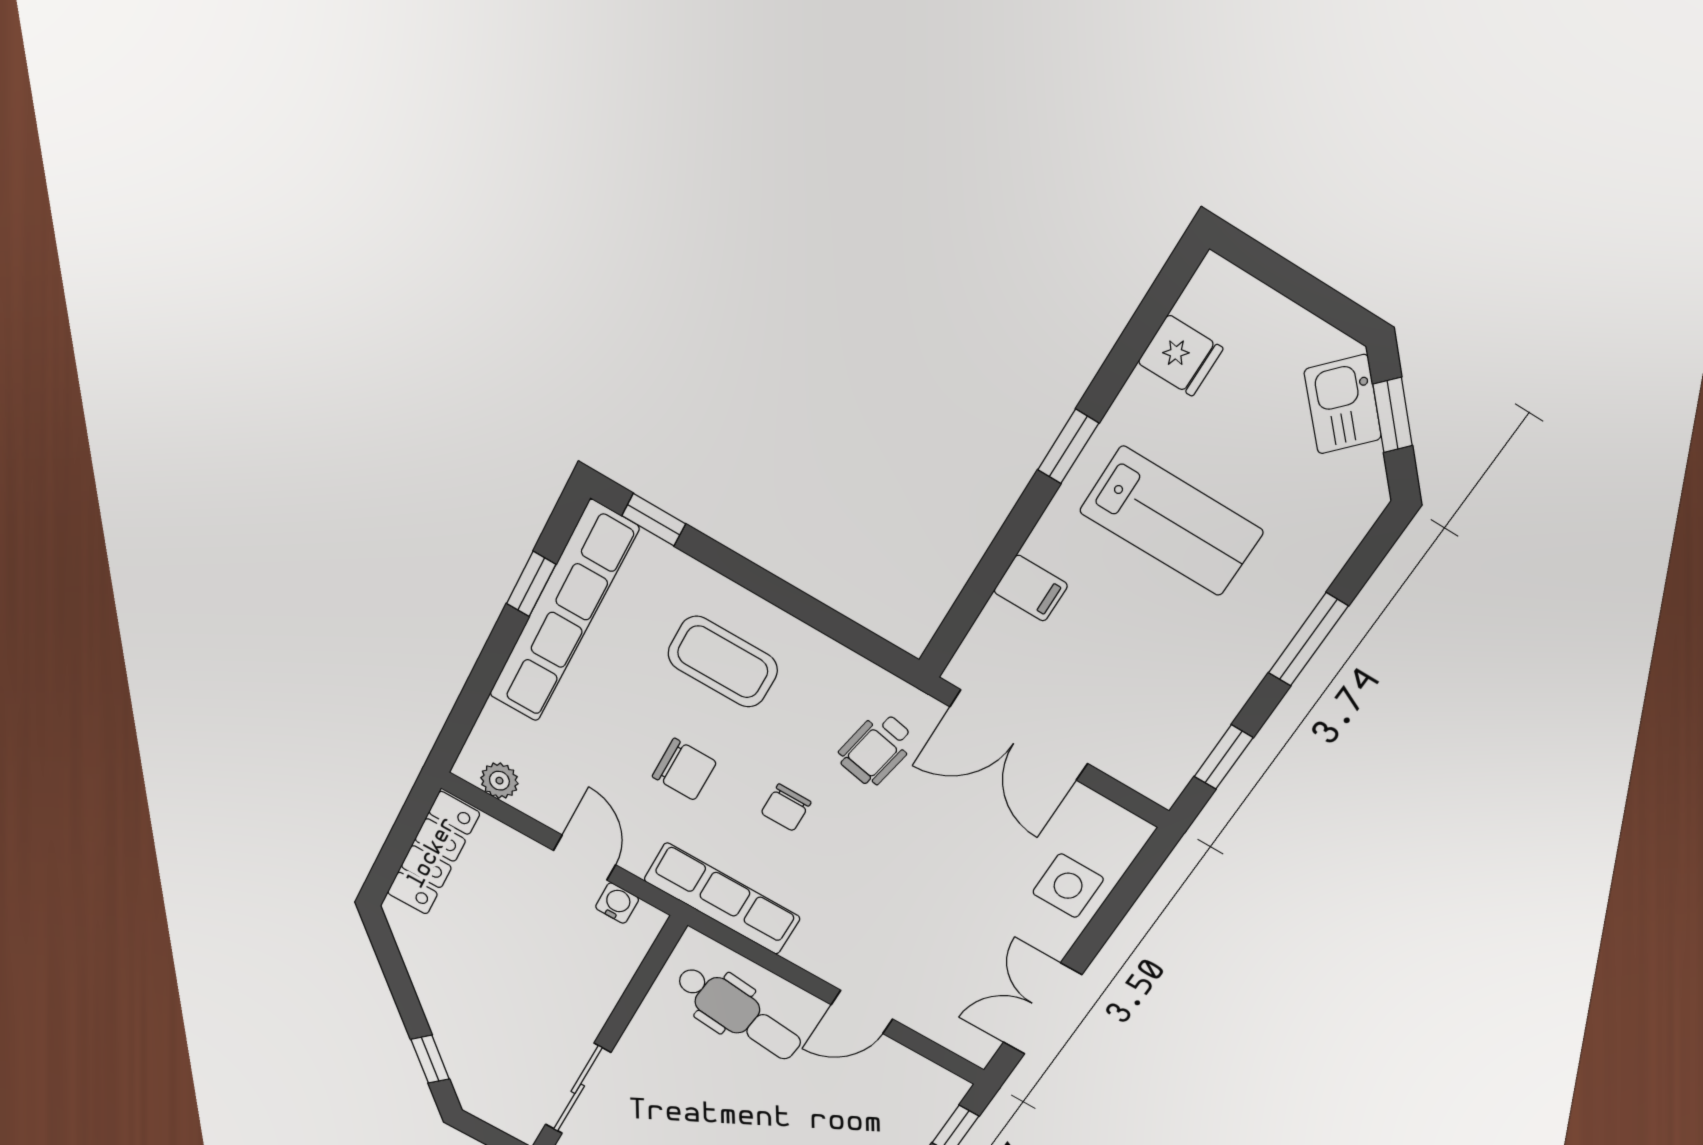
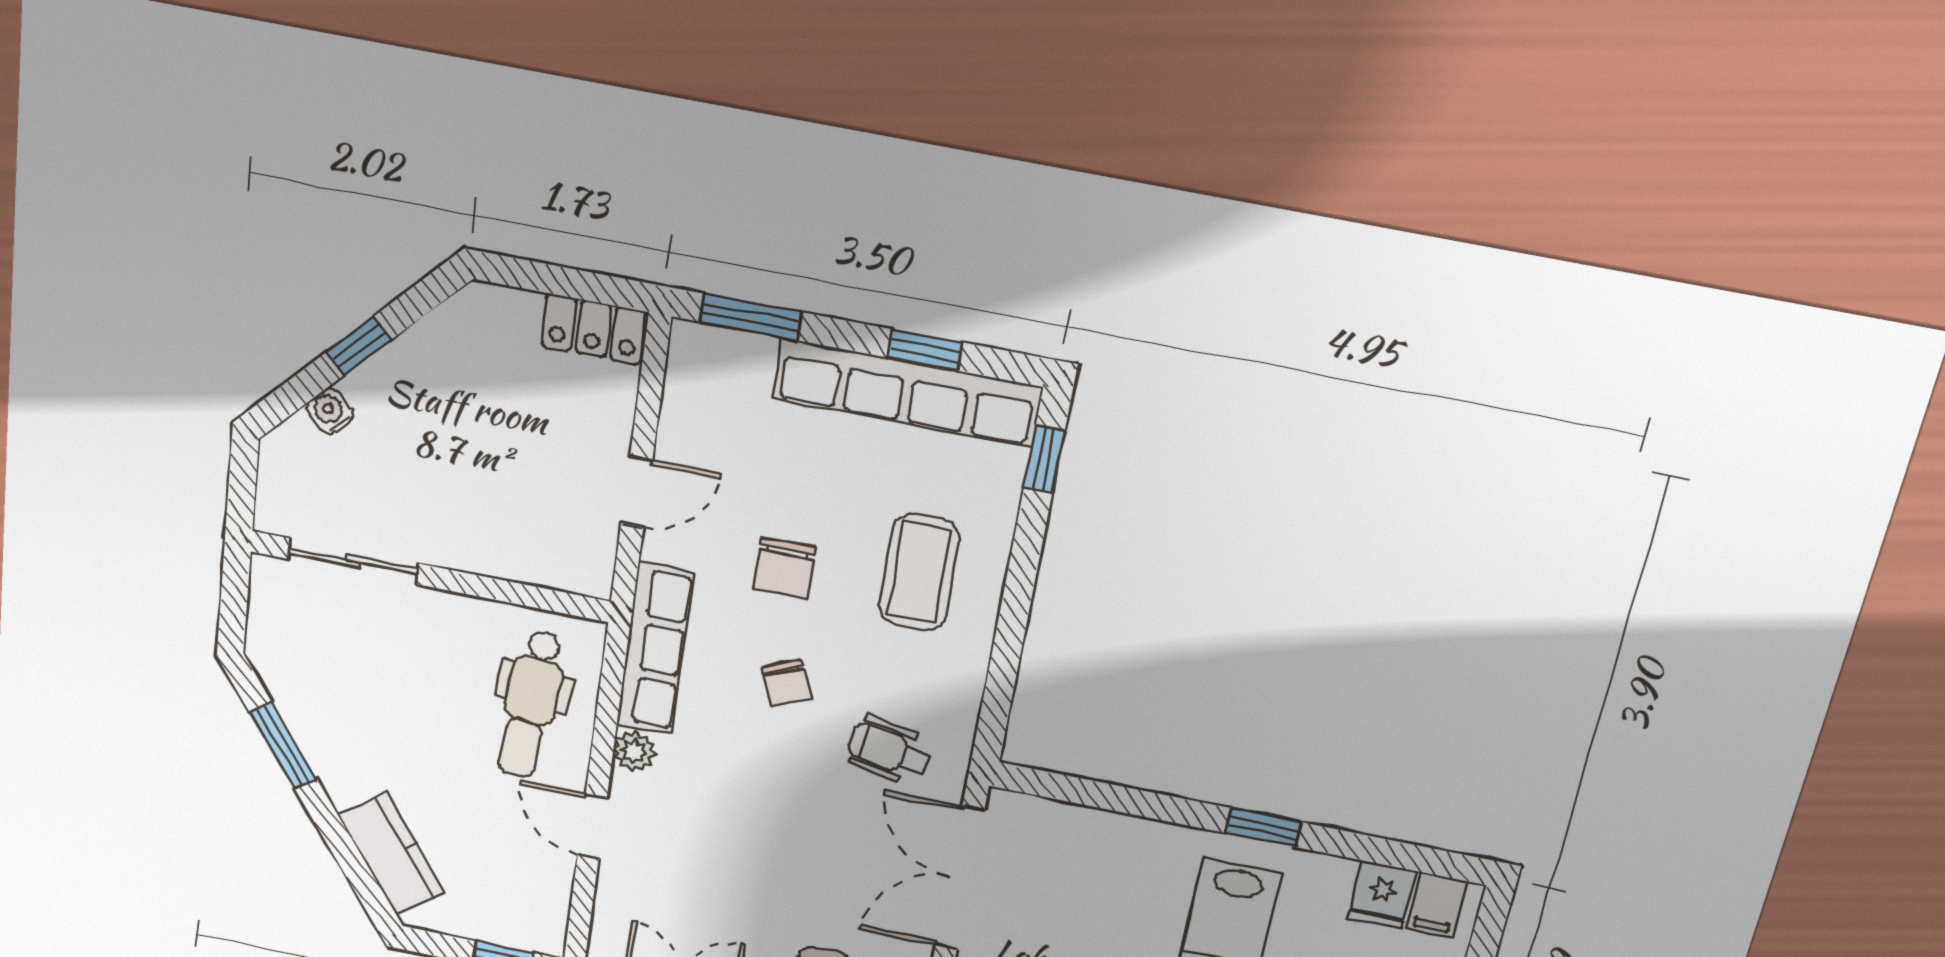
filing cabinet: (1031, 588) -> (1437, 905), moved
window: (466, 712) -> (750, 317), added
plant: (499, 781) -> (634, 751), moved
chair: (786, 808) -> (787, 683), turned -113
locker: (433, 853) -> (593, 329), width x0.66
water cooler: (617, 903) -> (330, 411), moved, turned -135
window: (430, 1059) -> (359, 346), moved

